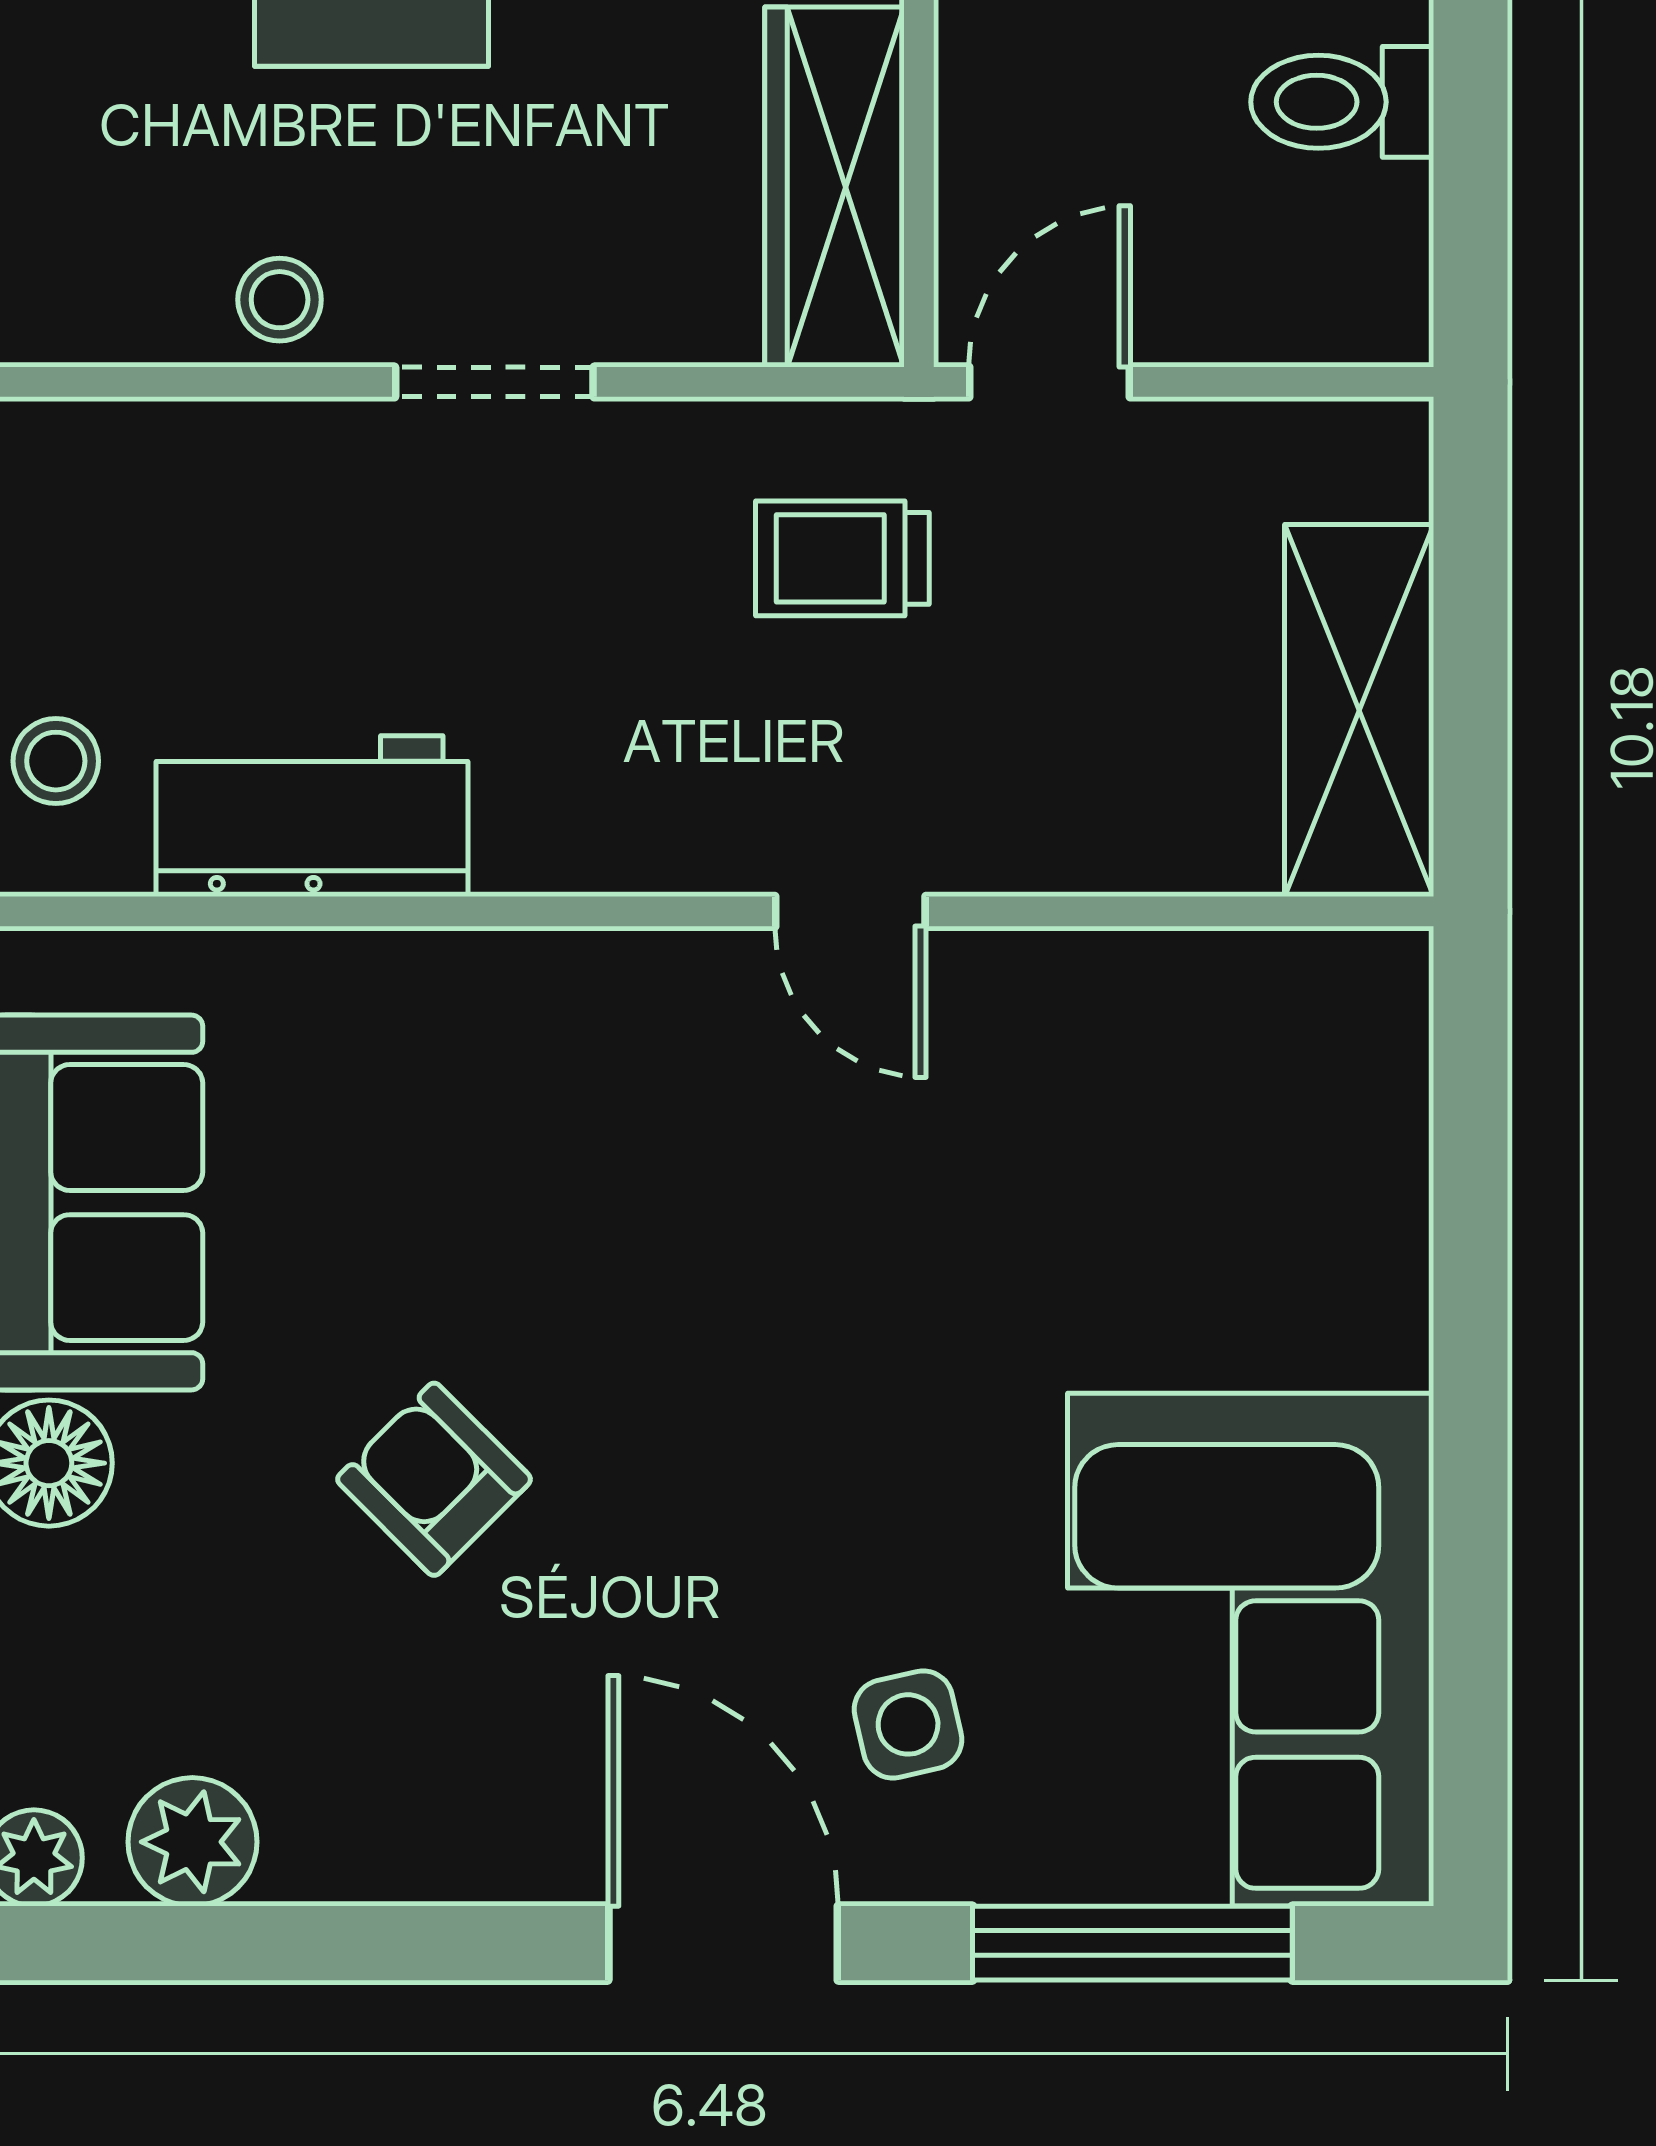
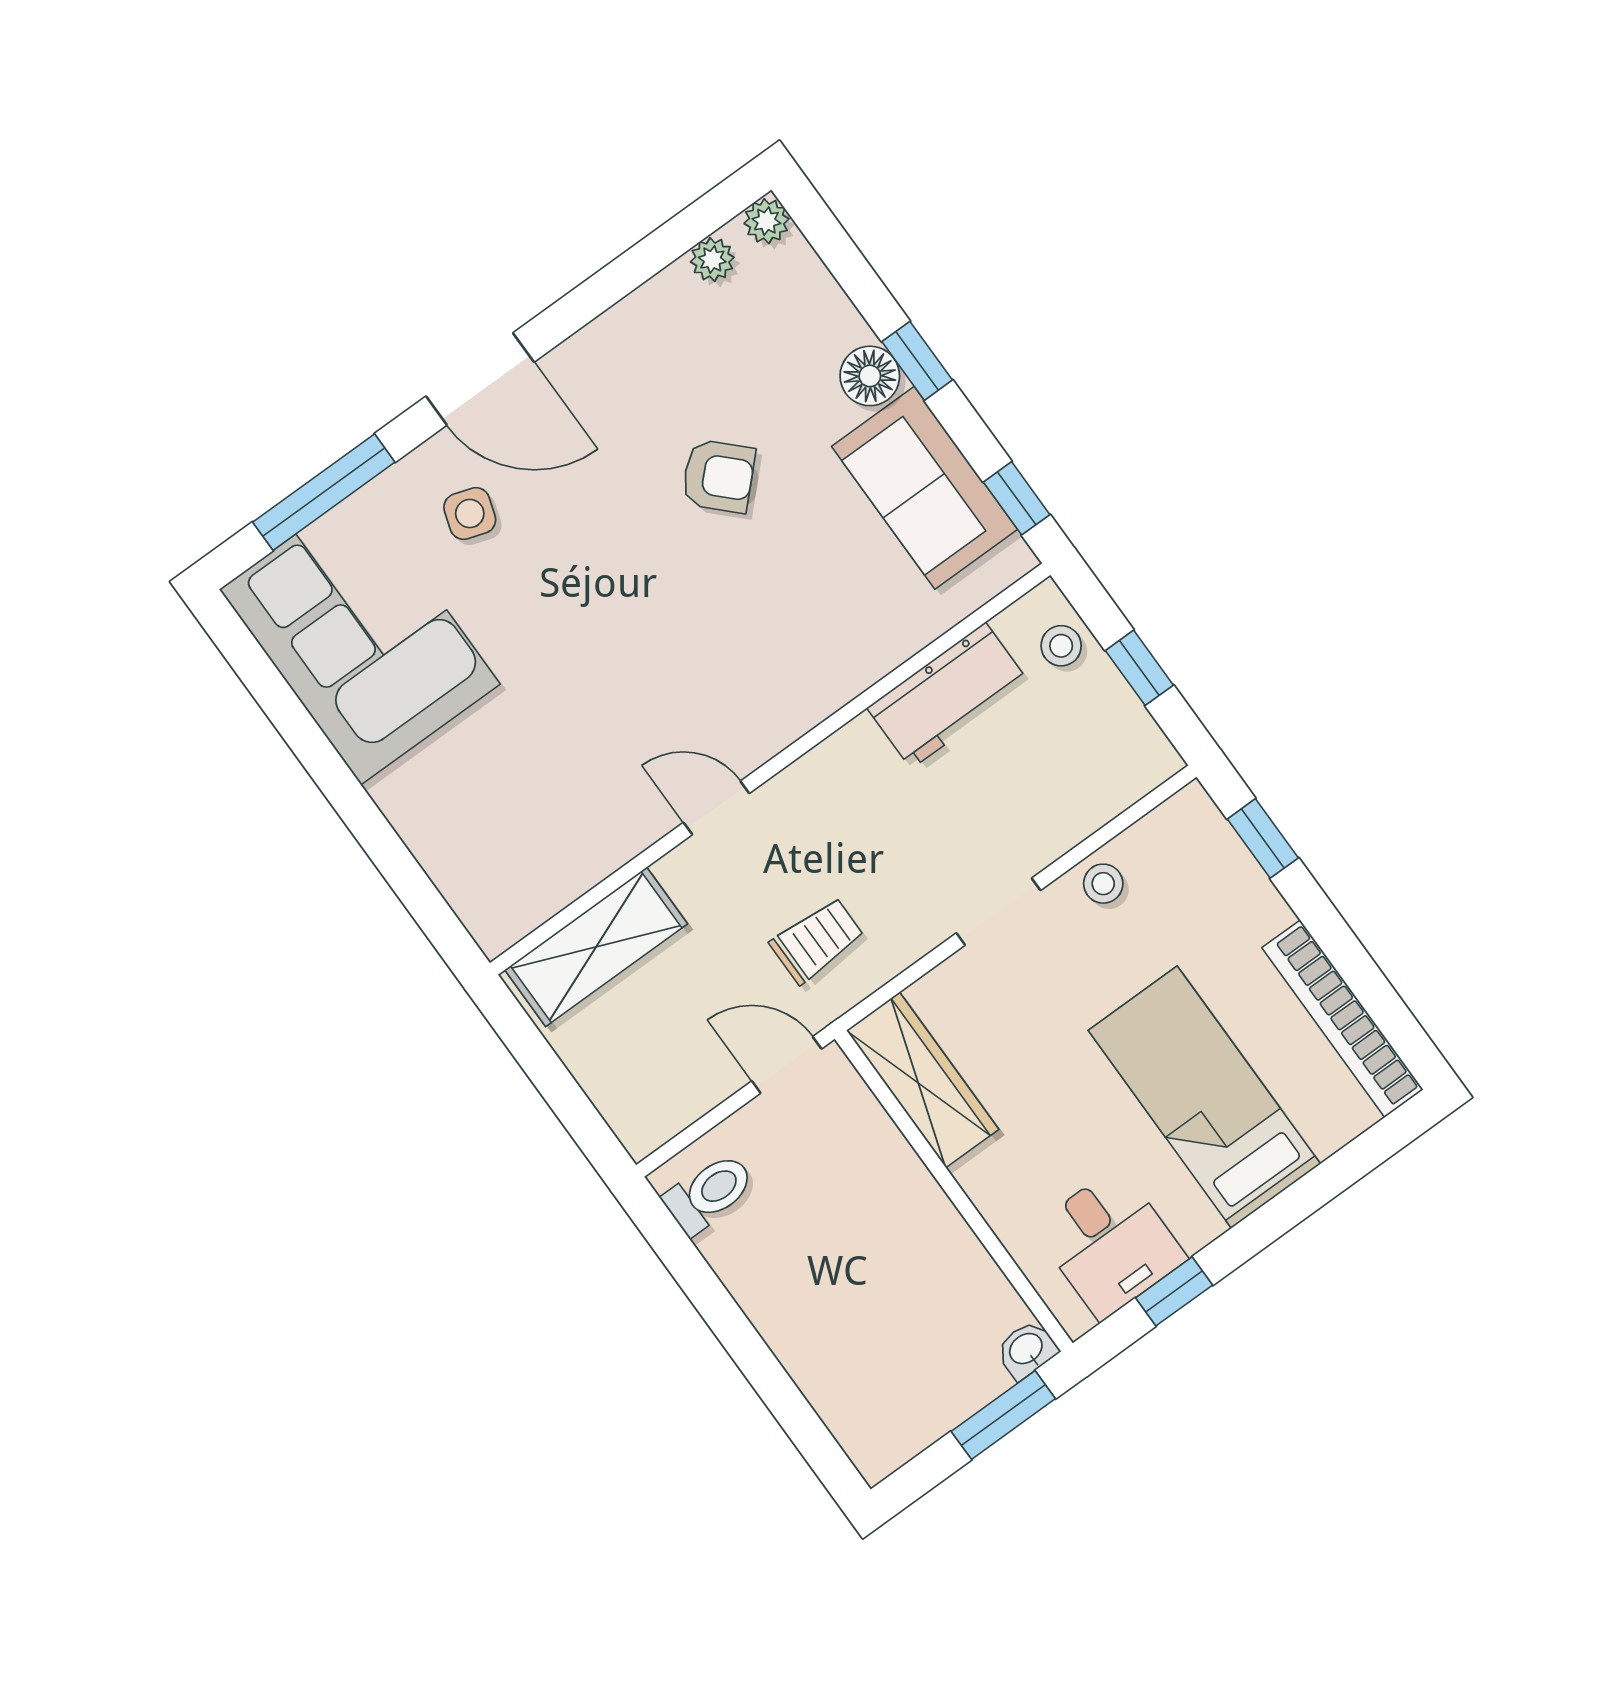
toilet: (1342, 102) -> (709, 1193), moved
door: (1049, 382) -> (787, 1065), swing flipped
shelving: (1359, 711) -> (596, 947), moved, turned 90
side table: (908, 1724) -> (470, 514), turned 31
plant: (192, 1842) -> (712, 260), width x0.73, depth x0.73

